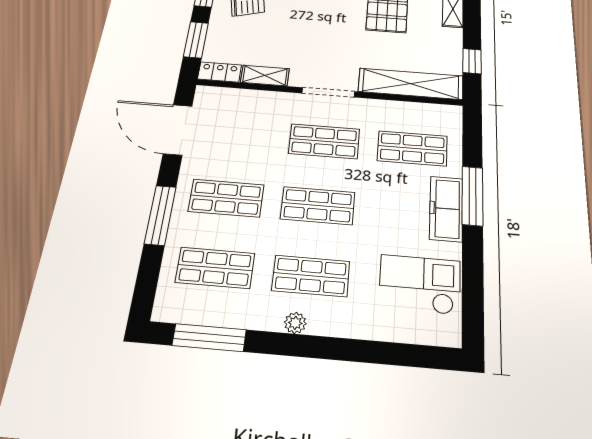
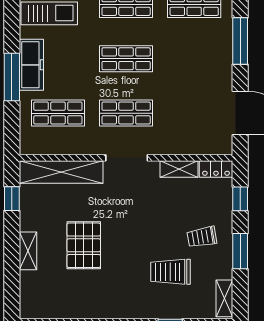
window: (196, 40) -> (240, 199), width x0.67
shop shelf: (226, 198) -> (194, 59), removed

